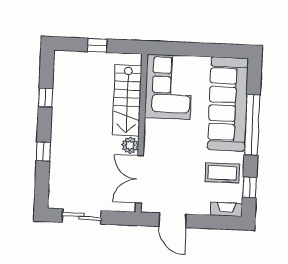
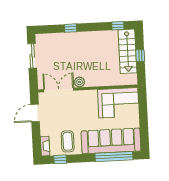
window: (46, 98) -> (118, 26), moved
stairs: (127, 100) -> (128, 51), moved, turned -90
window: (252, 125) -> (114, 157), moved

